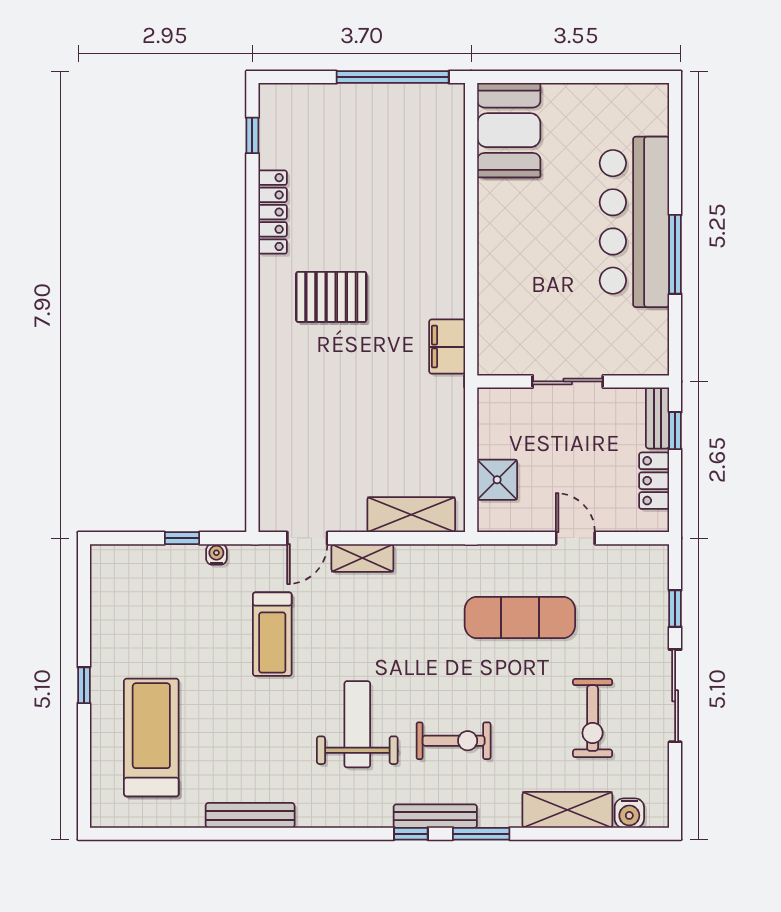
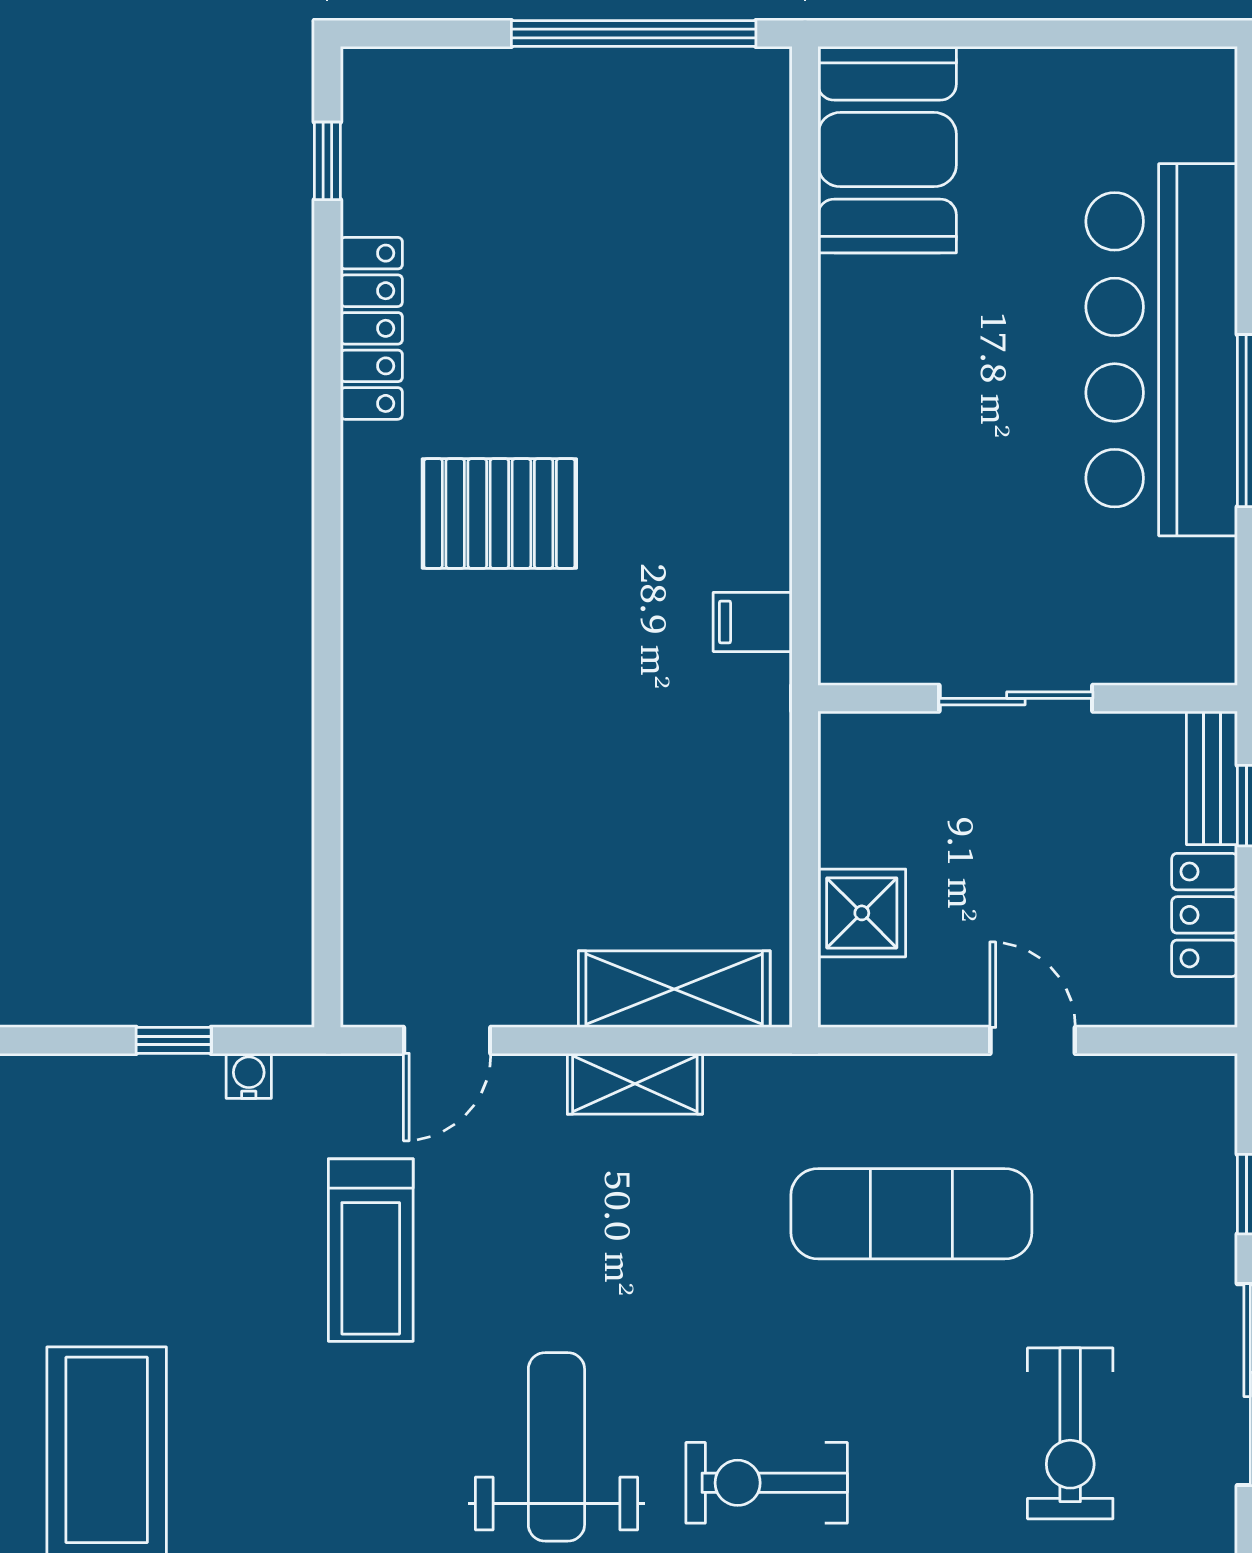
filing cabinet: (447, 347) -> (753, 622), width x0.50
shelving: (362, 558) -> (635, 1084), moved
exercise bike: (454, 741) -> (767, 1483), turned 180

